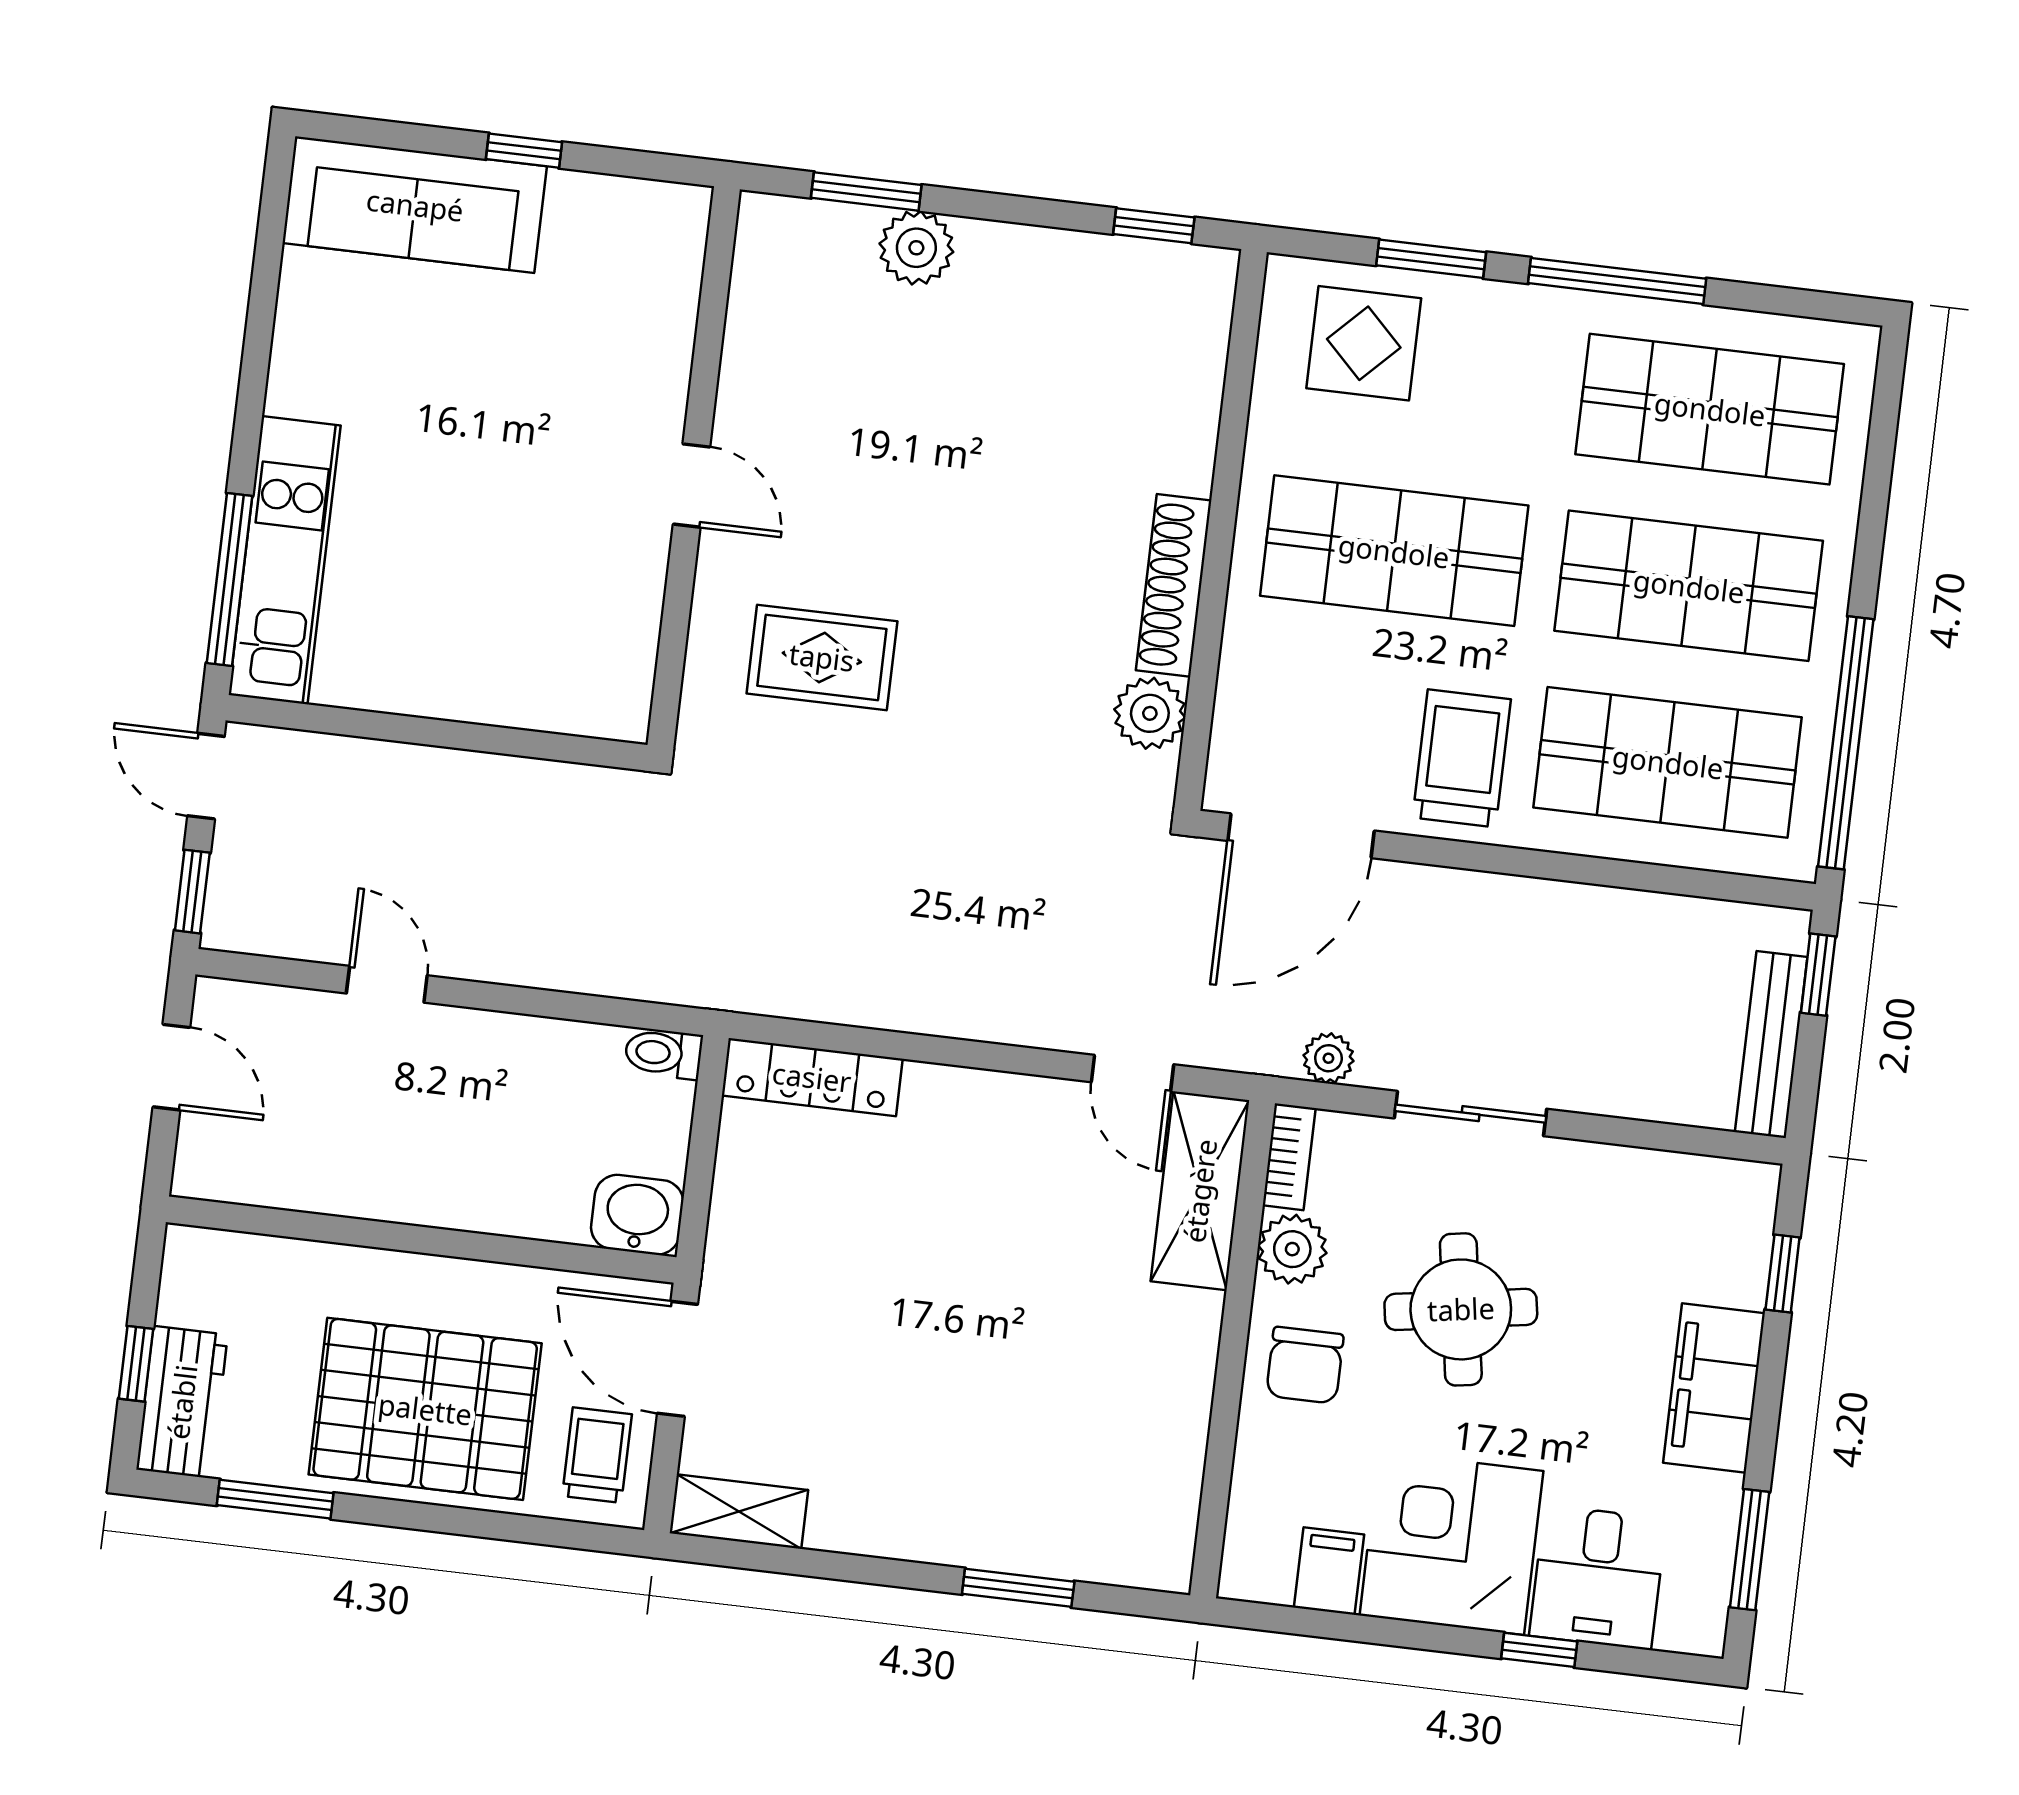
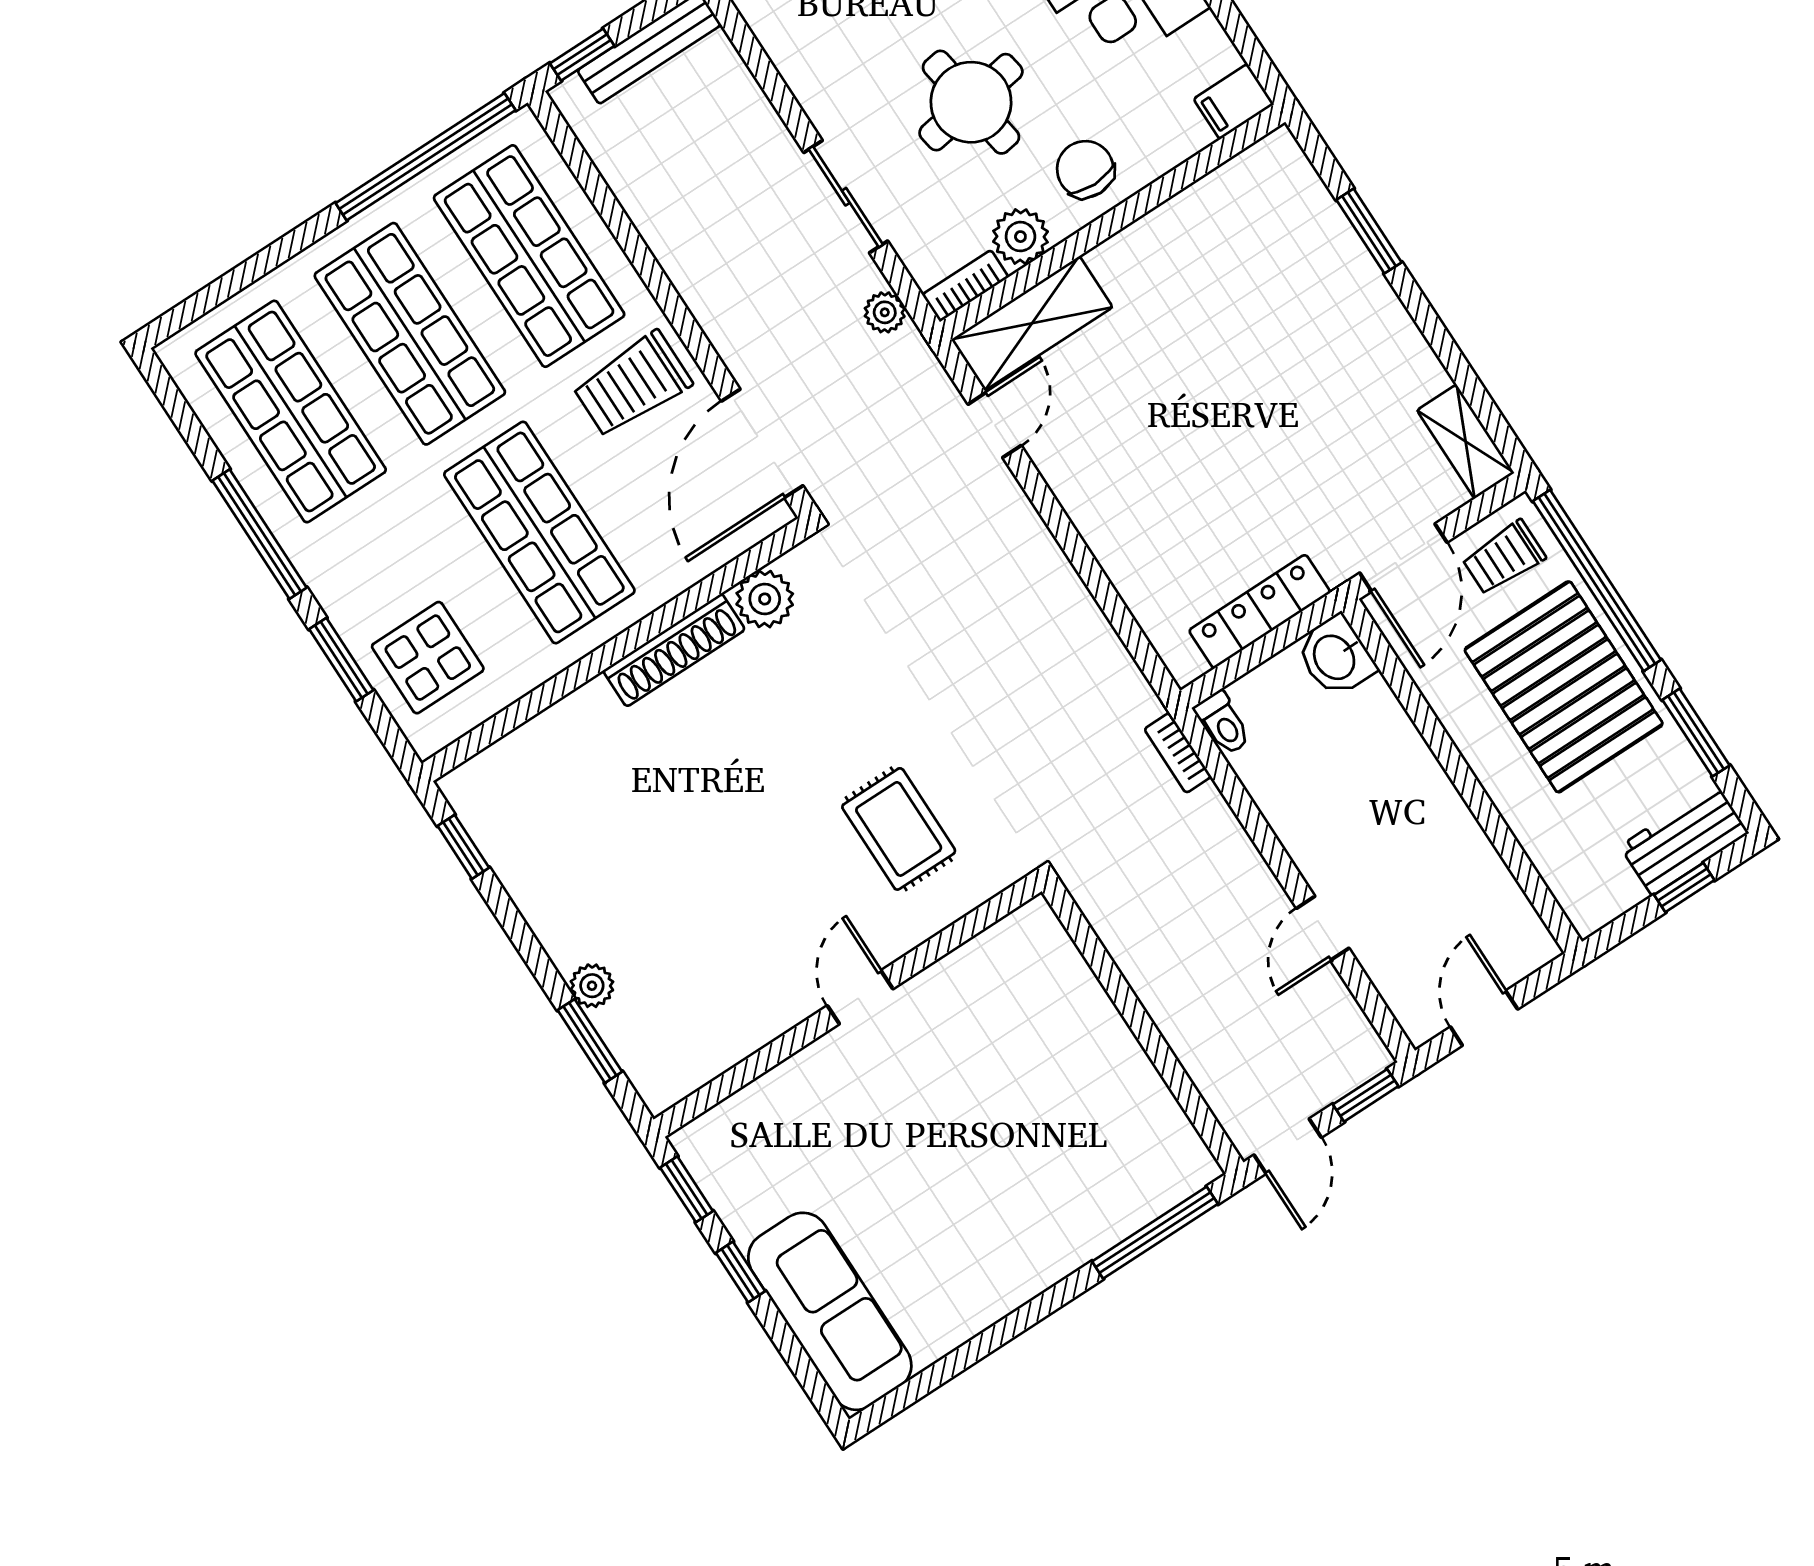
window: (646, 165) -> (687, 1189), added
plant: (916, 248) -> (592, 986), width x0.73, depth x0.73
kitchen unit: (285, 560) -> (1115, 1209), removed
door: (1301, 836) -> (762, 443), swing flipped
bookcase: (671, 986) -> (1178, 753), added
locker: (812, 1077) -> (1260, 611), moved, turned -90
chair: (1305, 1365) -> (1085, 169), turned -90
window: (500, 1526) -> (1597, 581), added
filing cabinet: (1329, 1571) -> (1234, 102), moved

